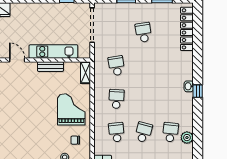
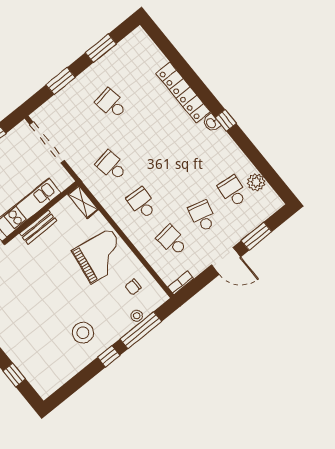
locker: (187, 29) -> (183, 93), moved
grand piano: (71, 109) -> (101, 256), turned 99
stool: (28, 143) -> (83, 333), added

